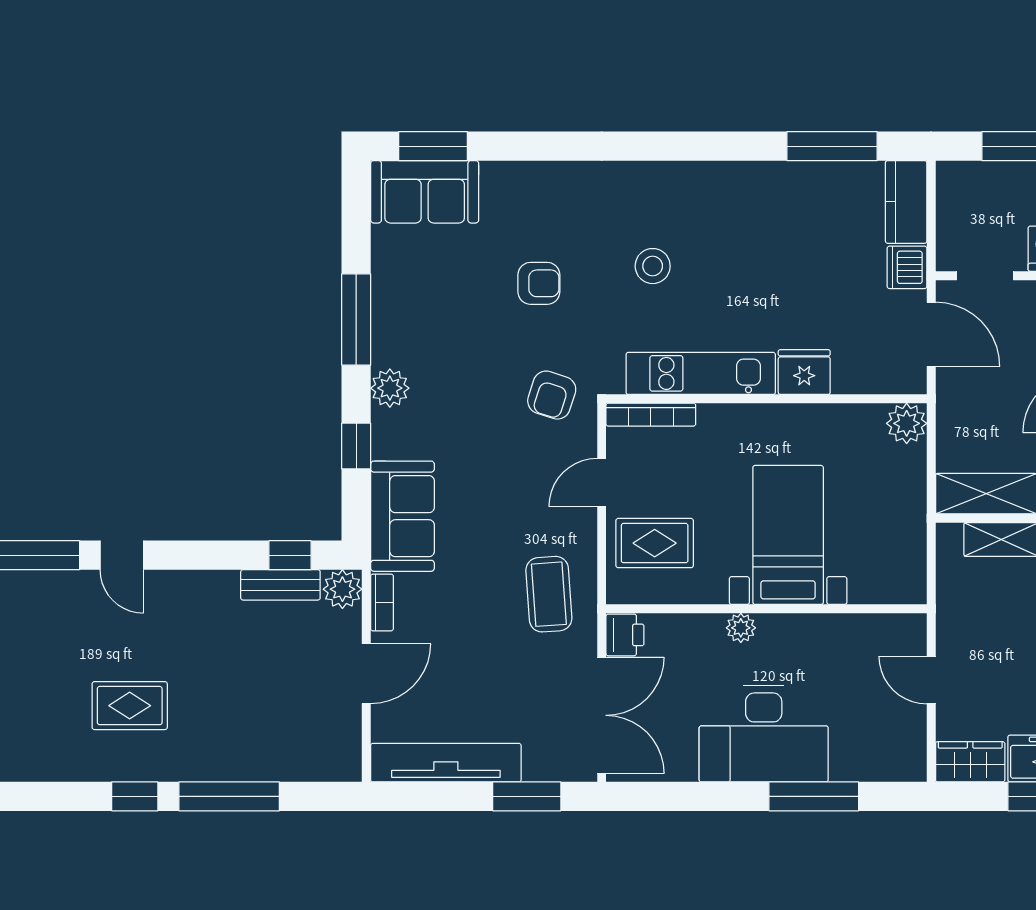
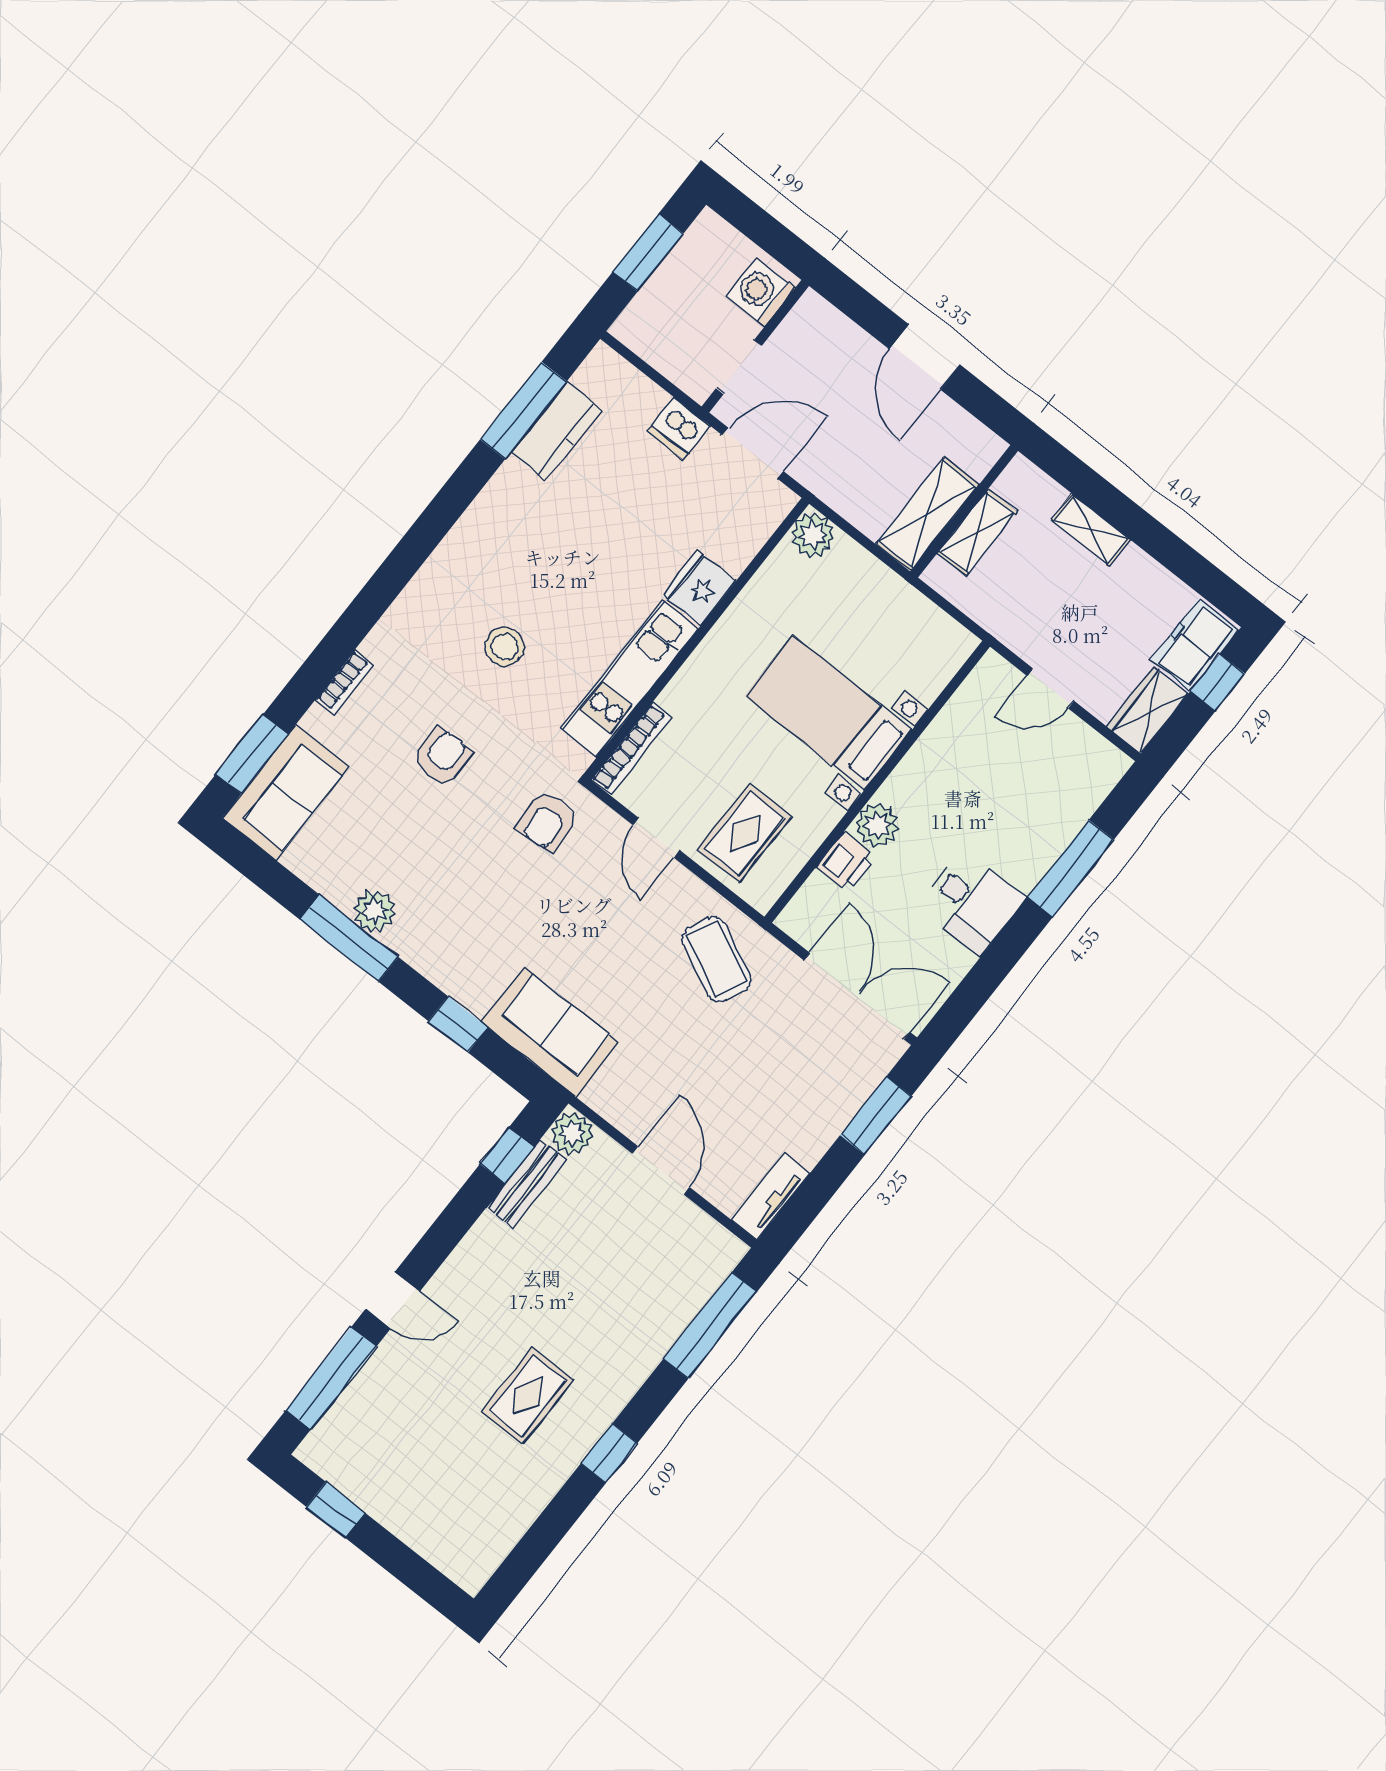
kitchen counter: (906, 202) -> (556, 431), moved, turned -90
plant: (390, 388) -> (374, 911), moved
armchair: (552, 395) -> (547, 821), turned 67
coffee table: (549, 594) -> (717, 959), turned 30
bookcase: (382, 603) -> (345, 682), moved, turned 90
plant: (741, 628) -> (877, 825), width x1.38, depth x1.38
printer: (625, 635) -> (846, 862), moved, turned 90
desk: (764, 734) -> (972, 902), width x0.53, depth x0.77
tv unit: (446, 763) -> (771, 1196), width x0.52, depth x0.78
window: (229, 796) -> (710, 1325), moved

